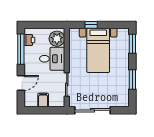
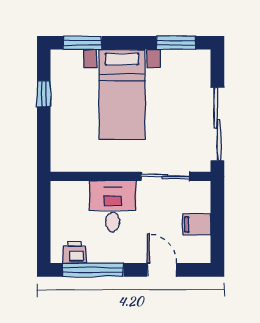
window: (91, 25) -> (44, 94), moved
plant: (57, 39) -> (72, 196), removed
bed with nightstands: (98, 50) -> (122, 95), moved, turned 90
window: (132, 79) -> (176, 43), moved

